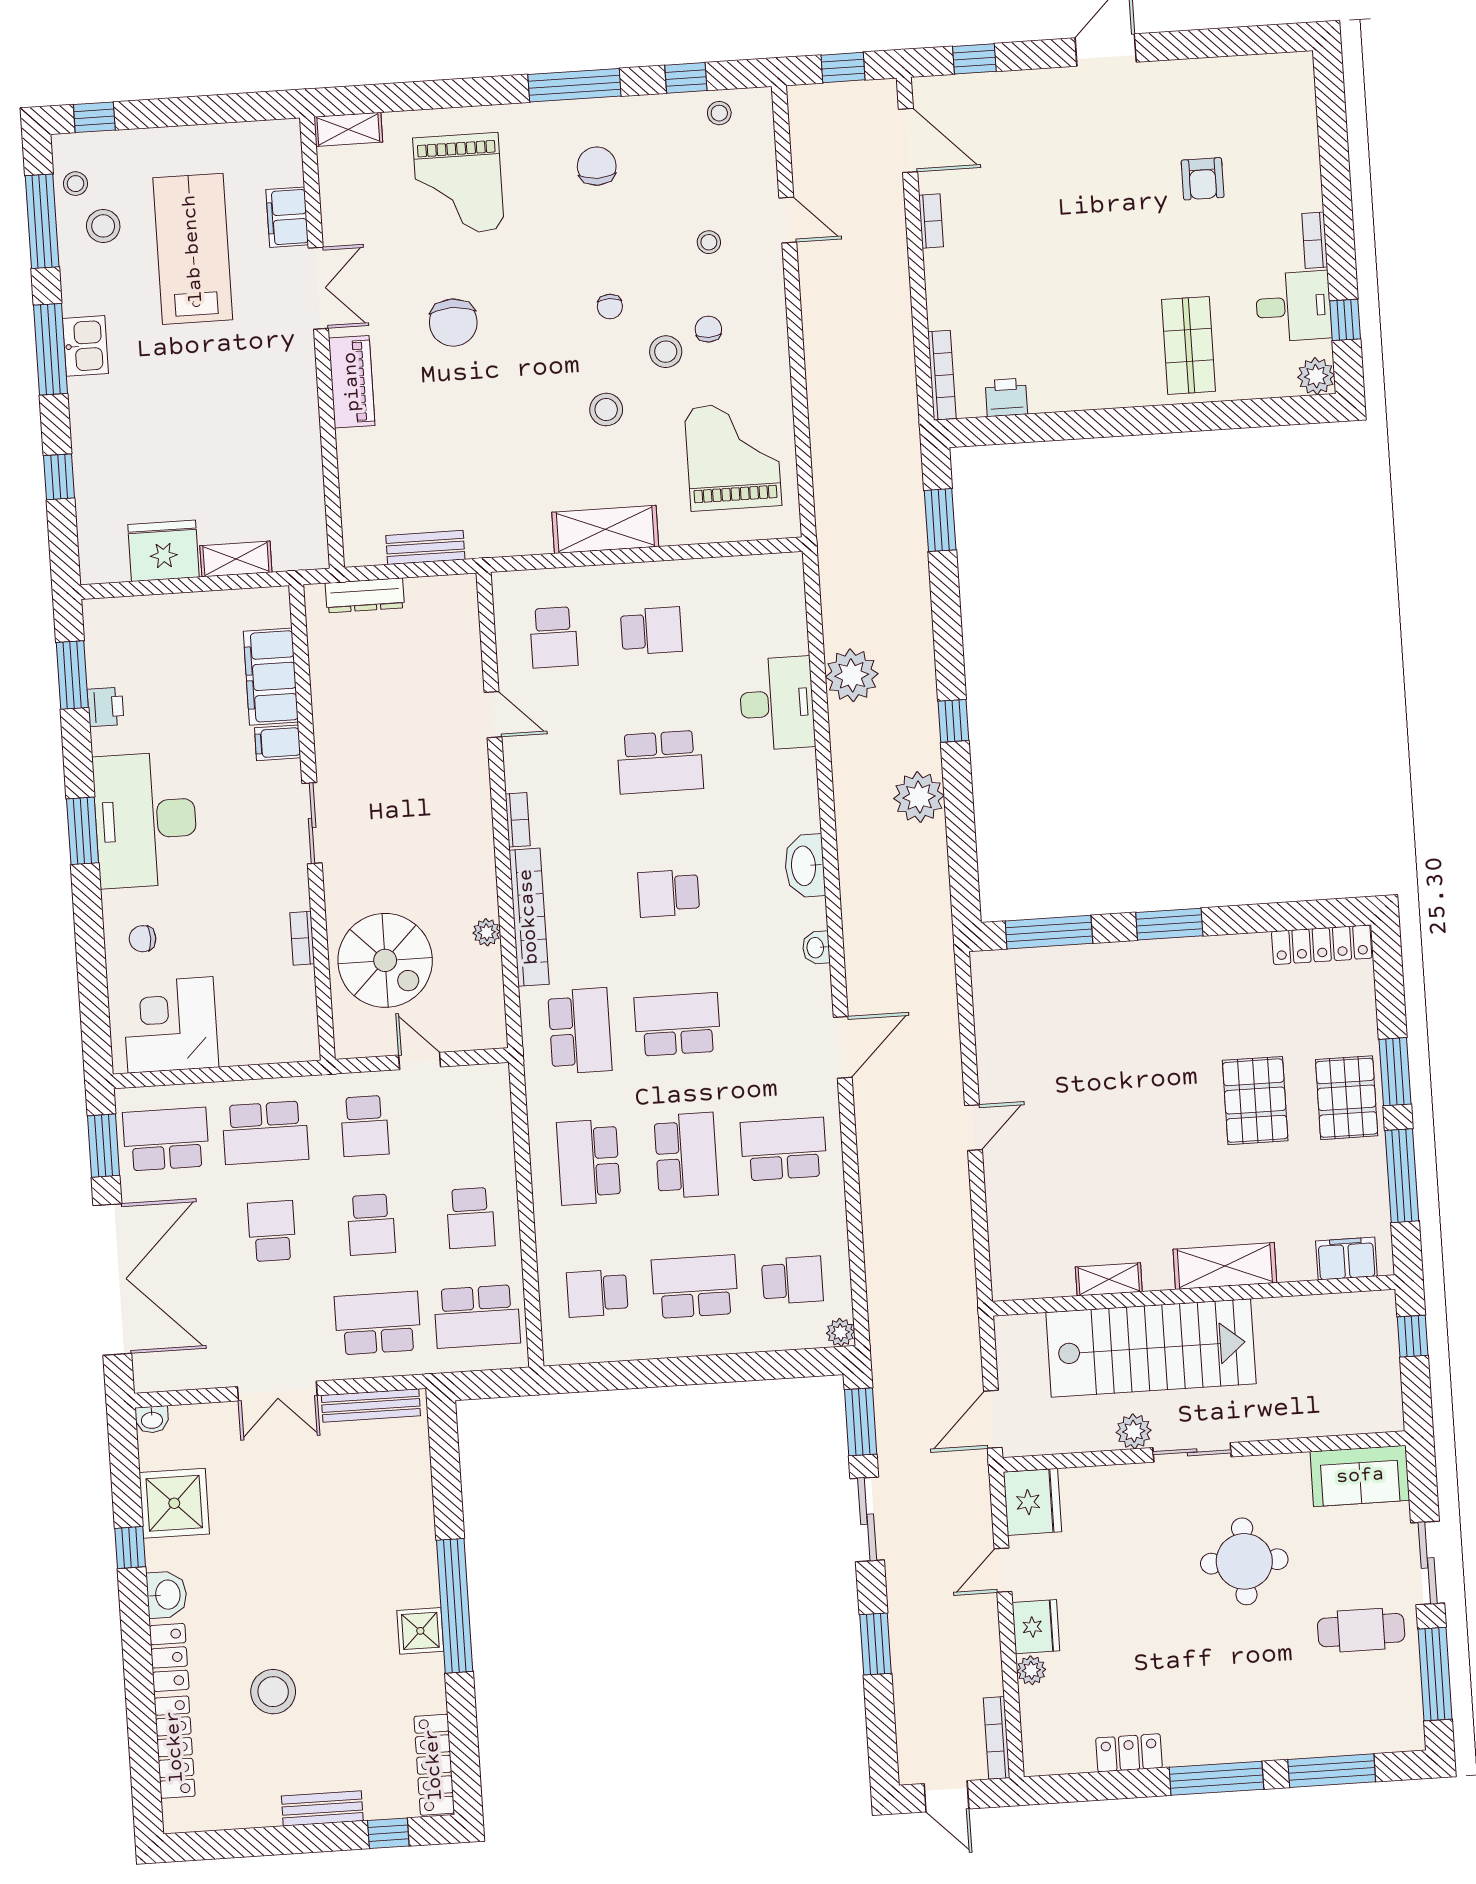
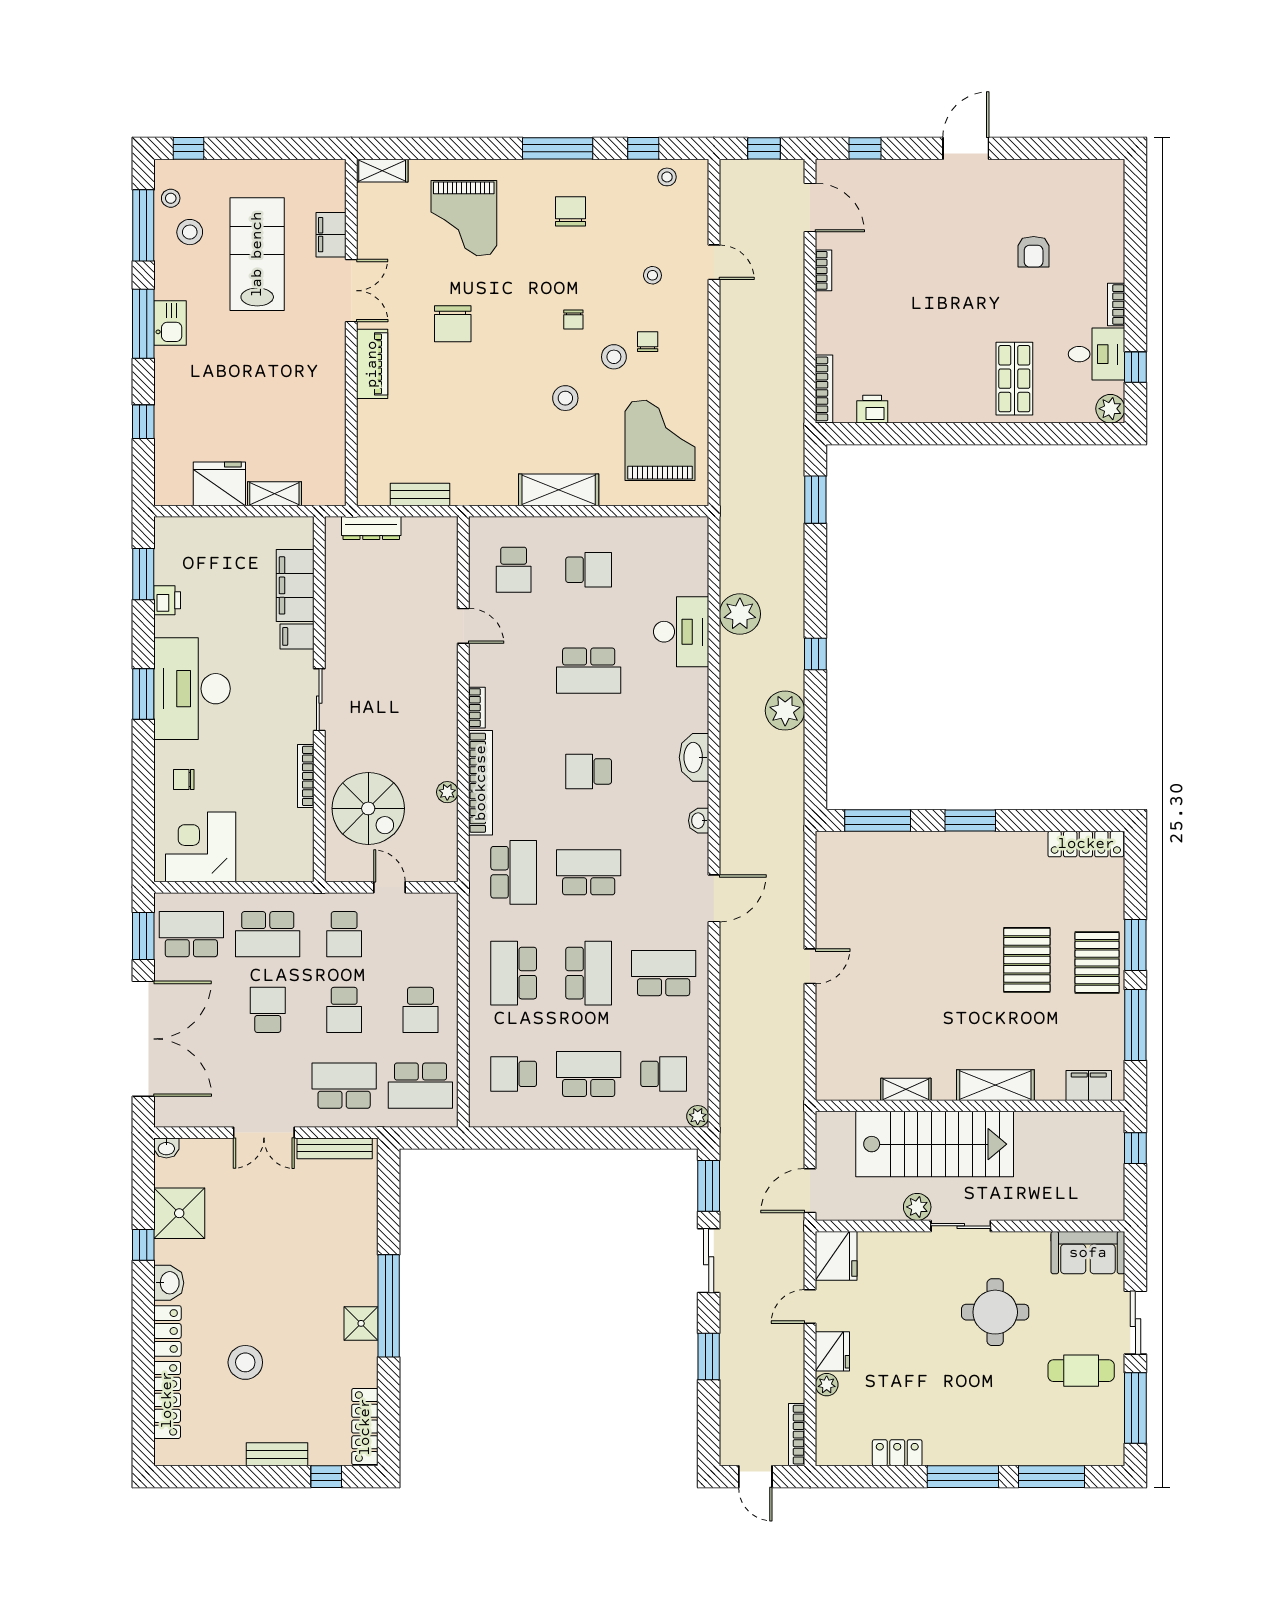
bookcase: (302, 938) -> (306, 776), width x1.56

